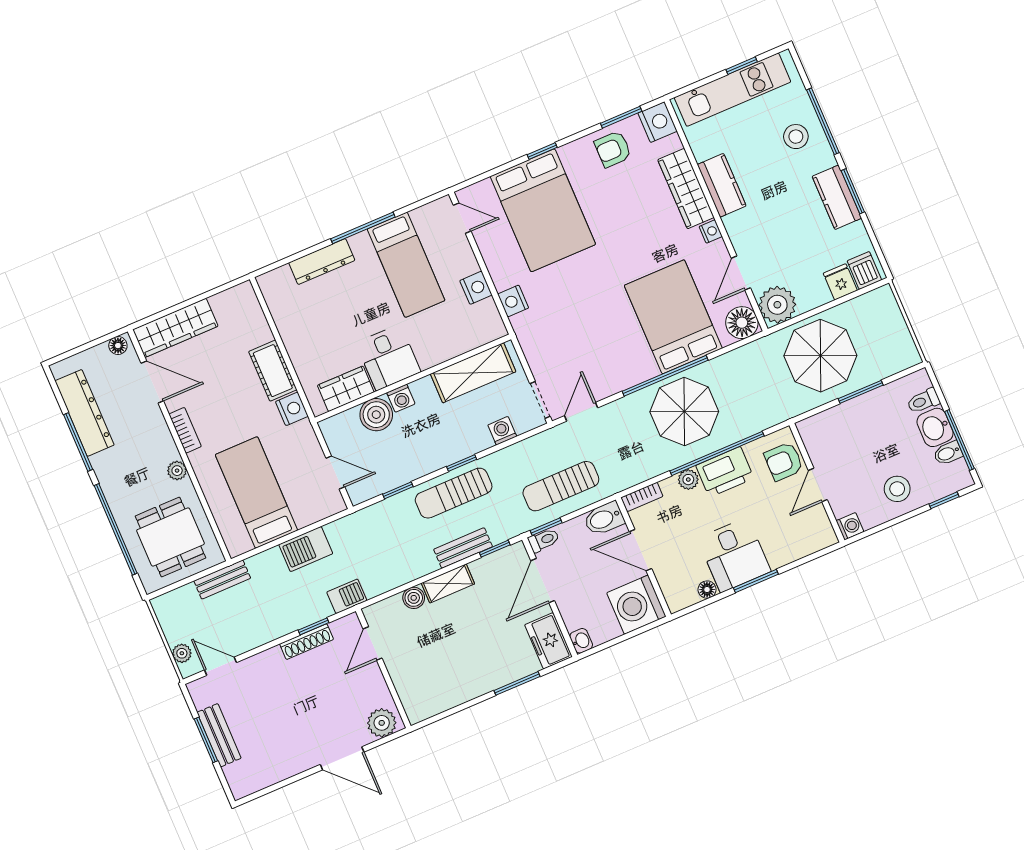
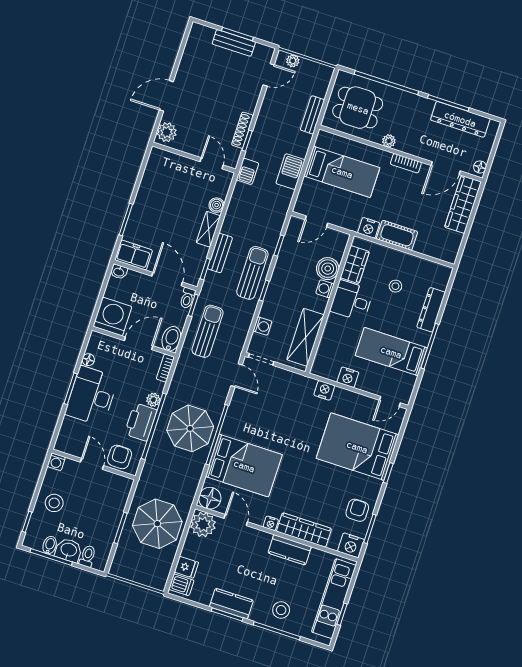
stool: (330, 323) -> (395, 286), added
desk: (734, 555) -> (92, 396), width x1.37

